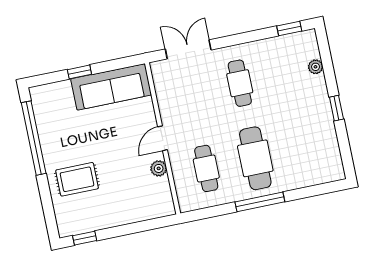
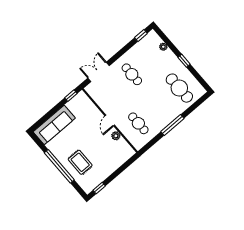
window: (79, 72) -> (71, 96), moved
sofa: (111, 87) -> (54, 125), moved
window: (34, 138) -> (59, 166), moved
cafe table: (255, 158) -> (179, 88), moved
rug: (77, 179) -> (80, 162), turned 90

